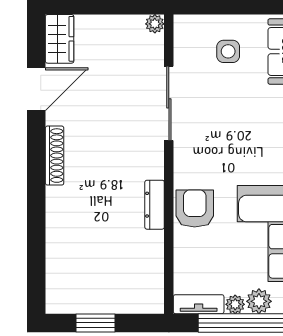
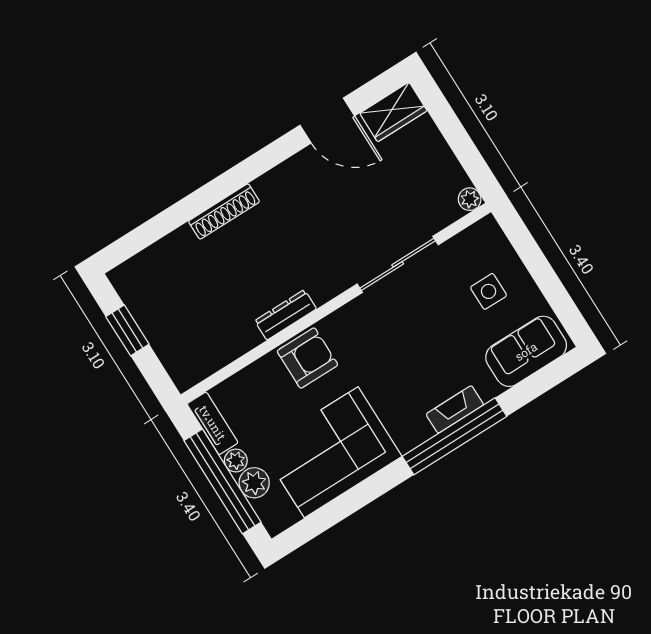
shoe rack: (55, 156) -> (224, 211), moved

